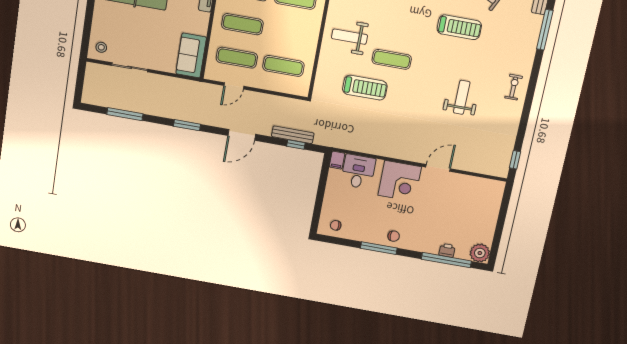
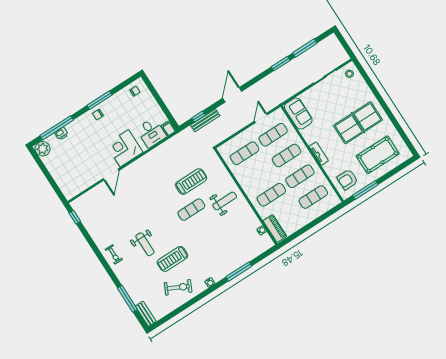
treadmill: (365, 88) -> (191, 182), turned 180
weight bench: (462, 97) -> (145, 244), moved
window: (187, 125) -> (281, 64), moved

